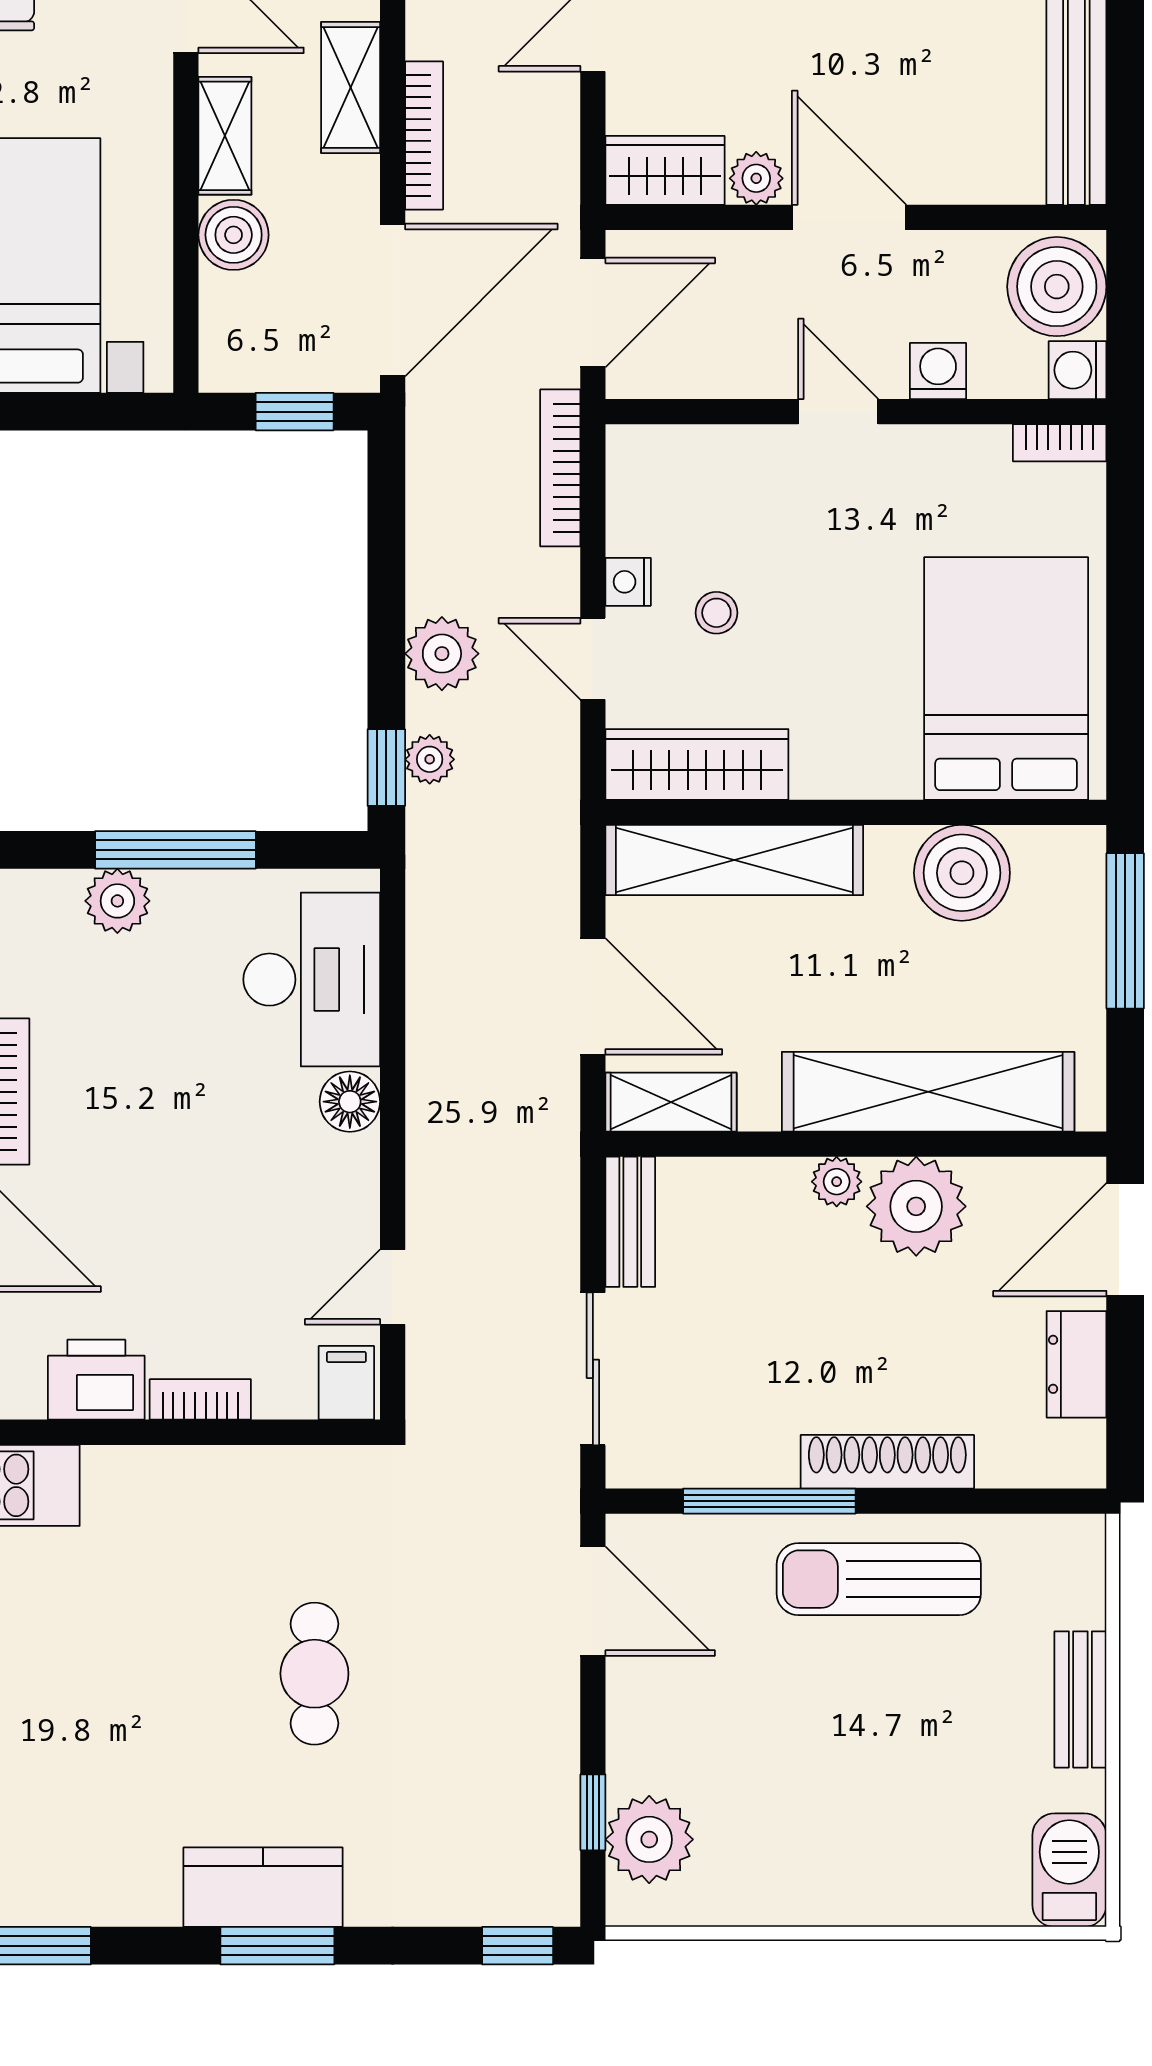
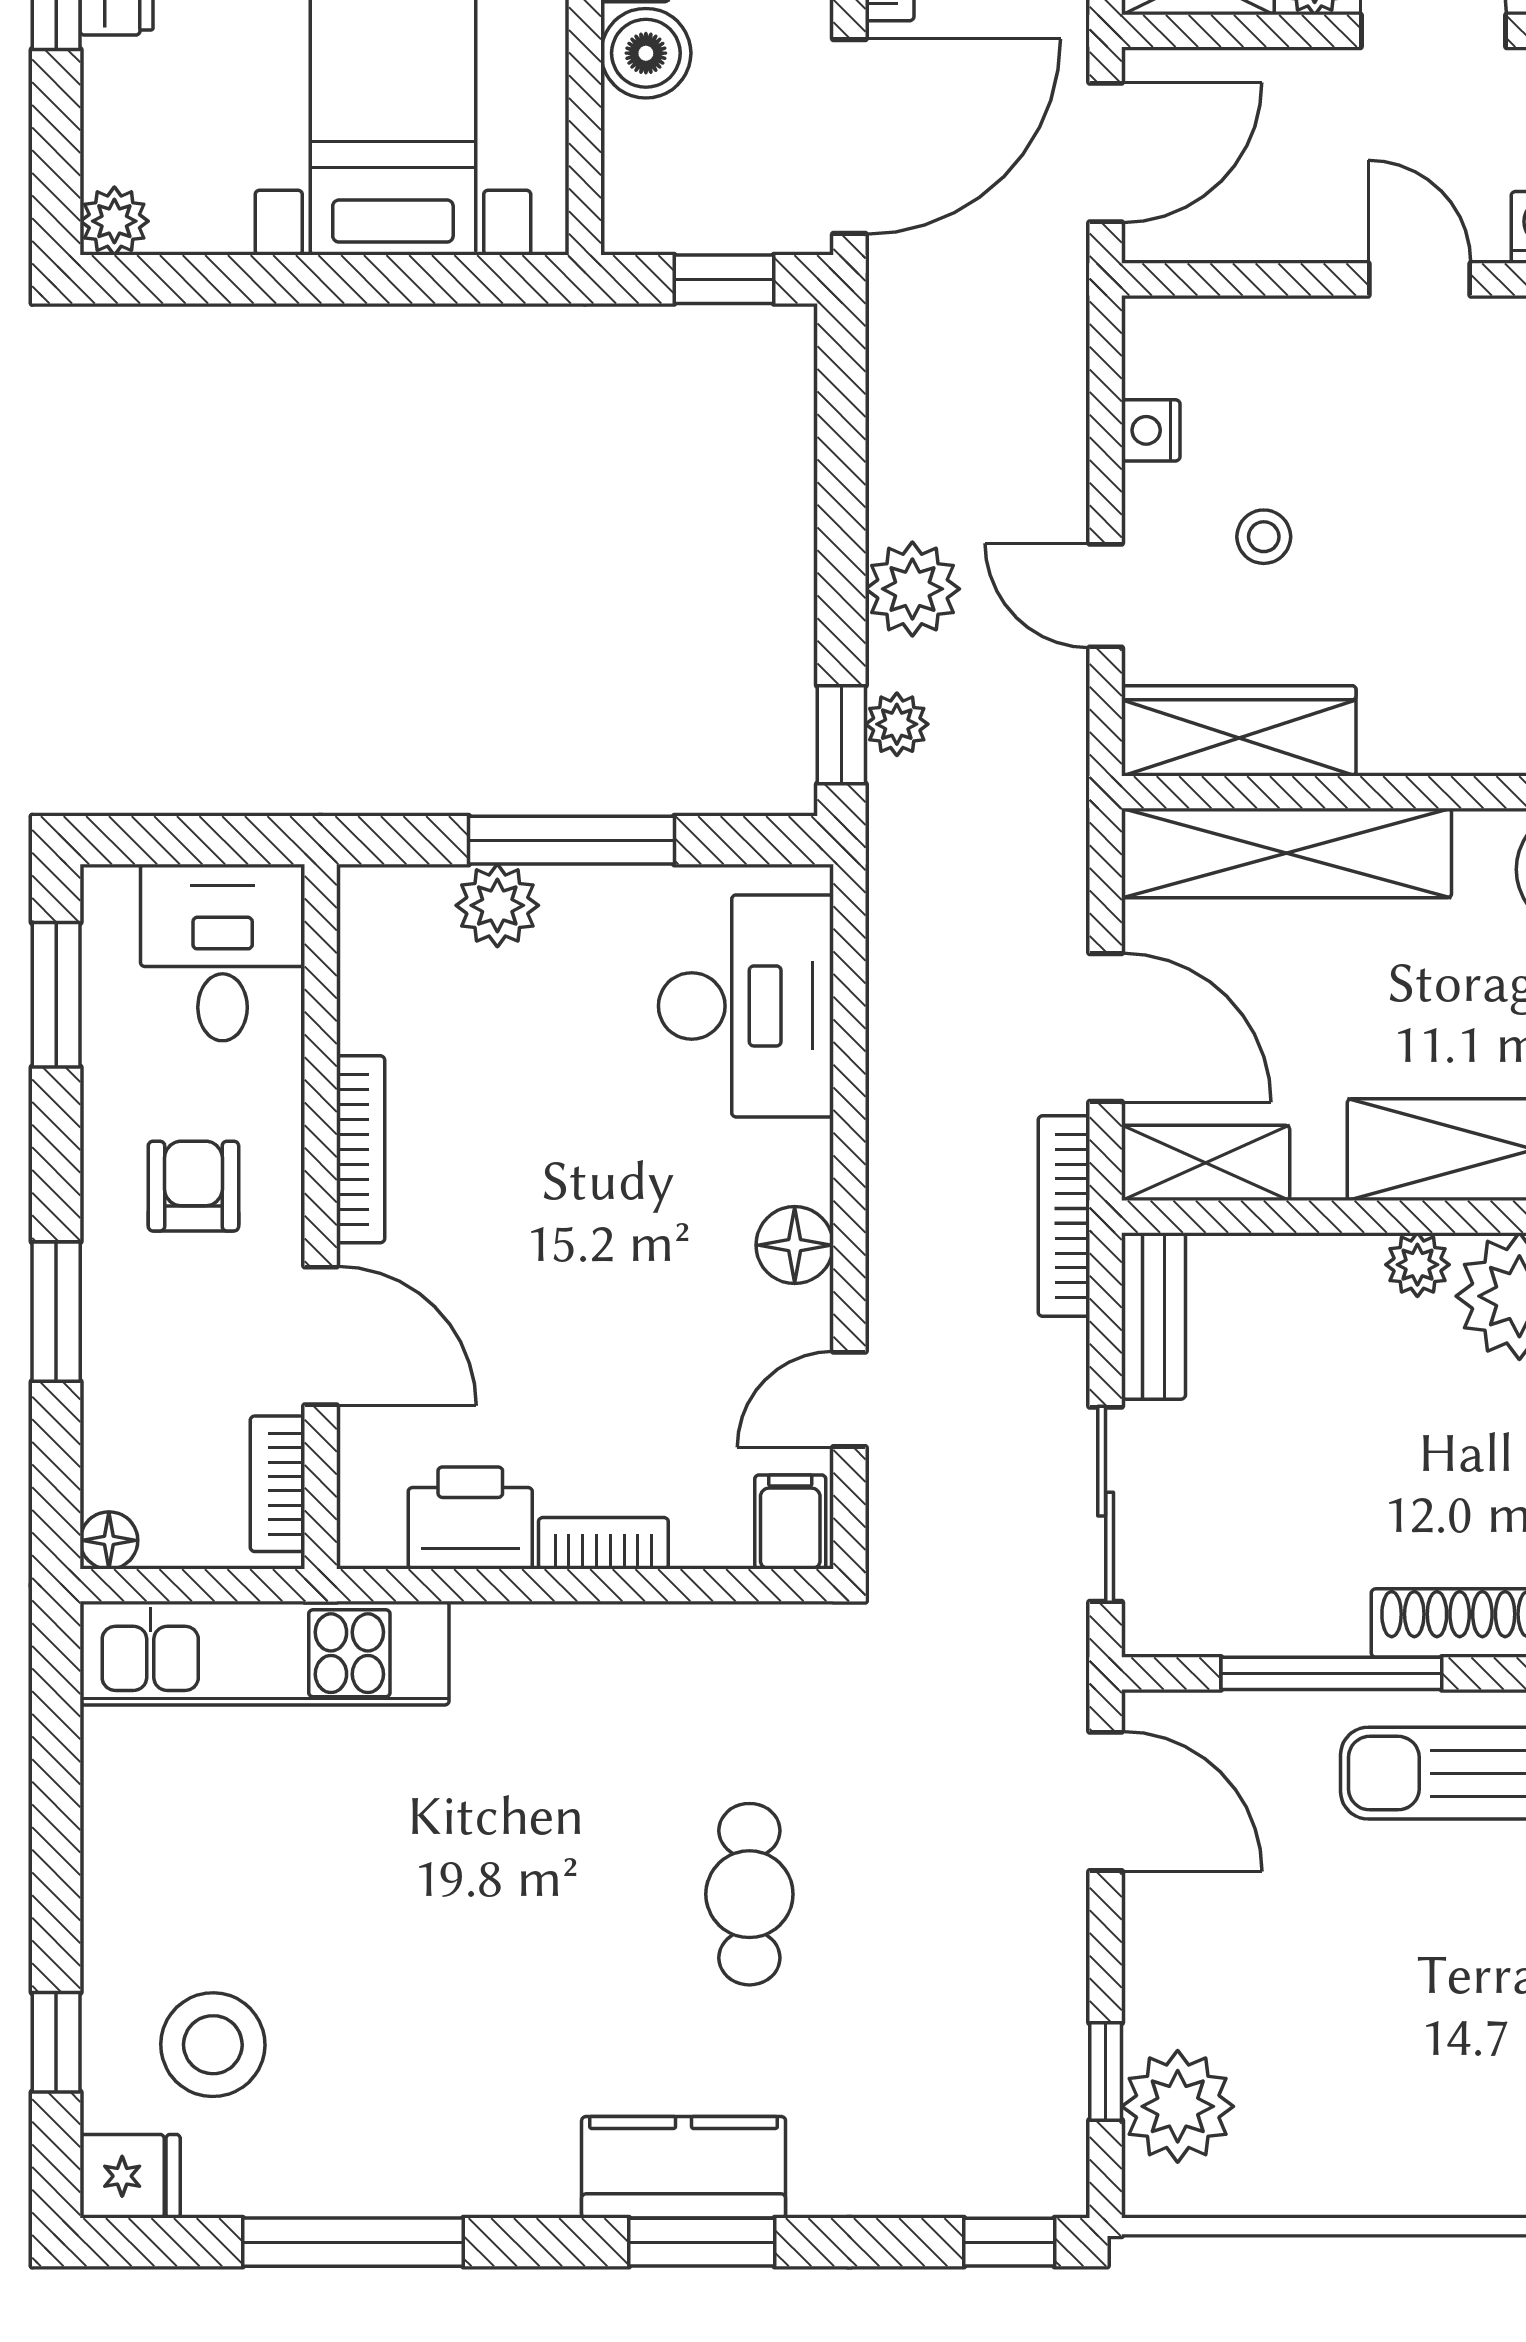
bookcase: (560, 468) -> (1064, 1216), moved
nightstand: (628, 582) -> (1151, 430), moved
floor lamp: (350, 1102) -> (795, 1245), moved

